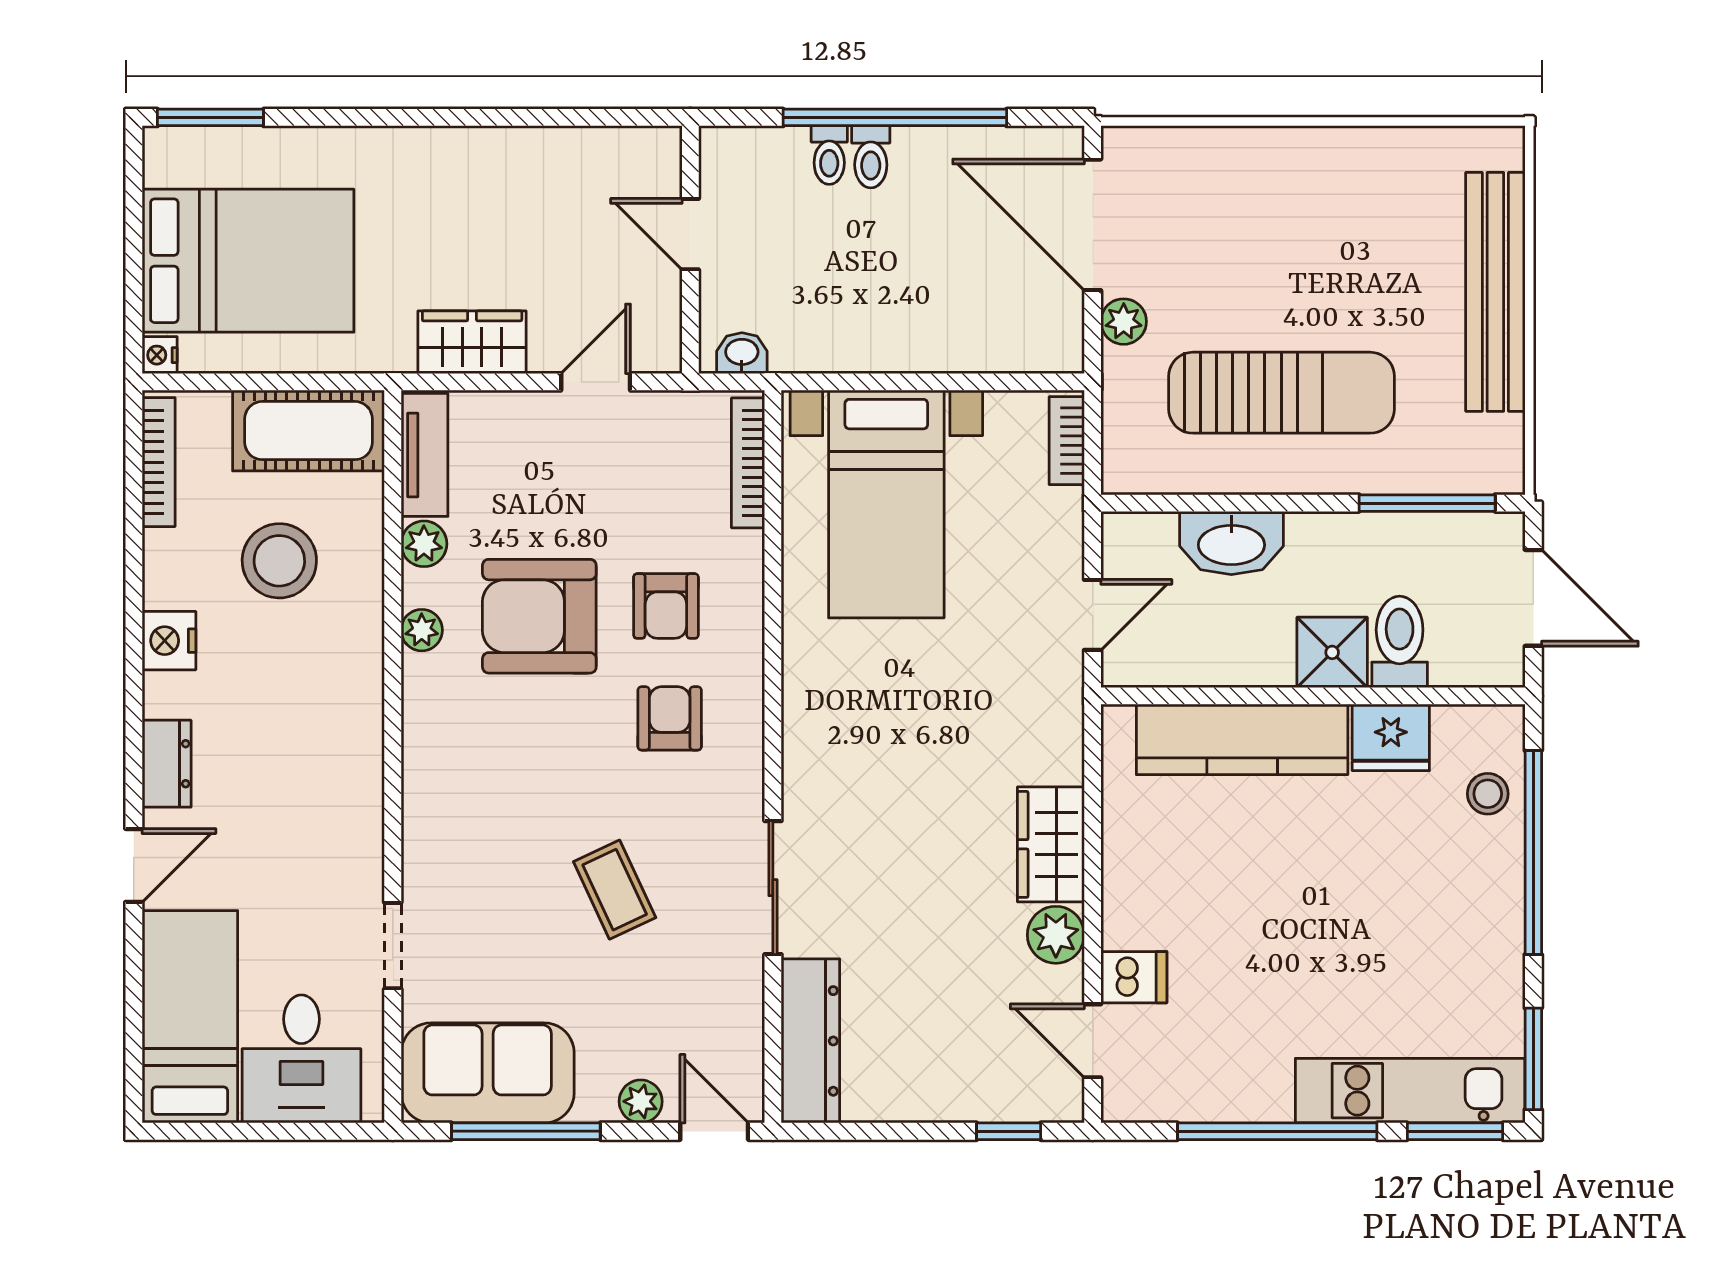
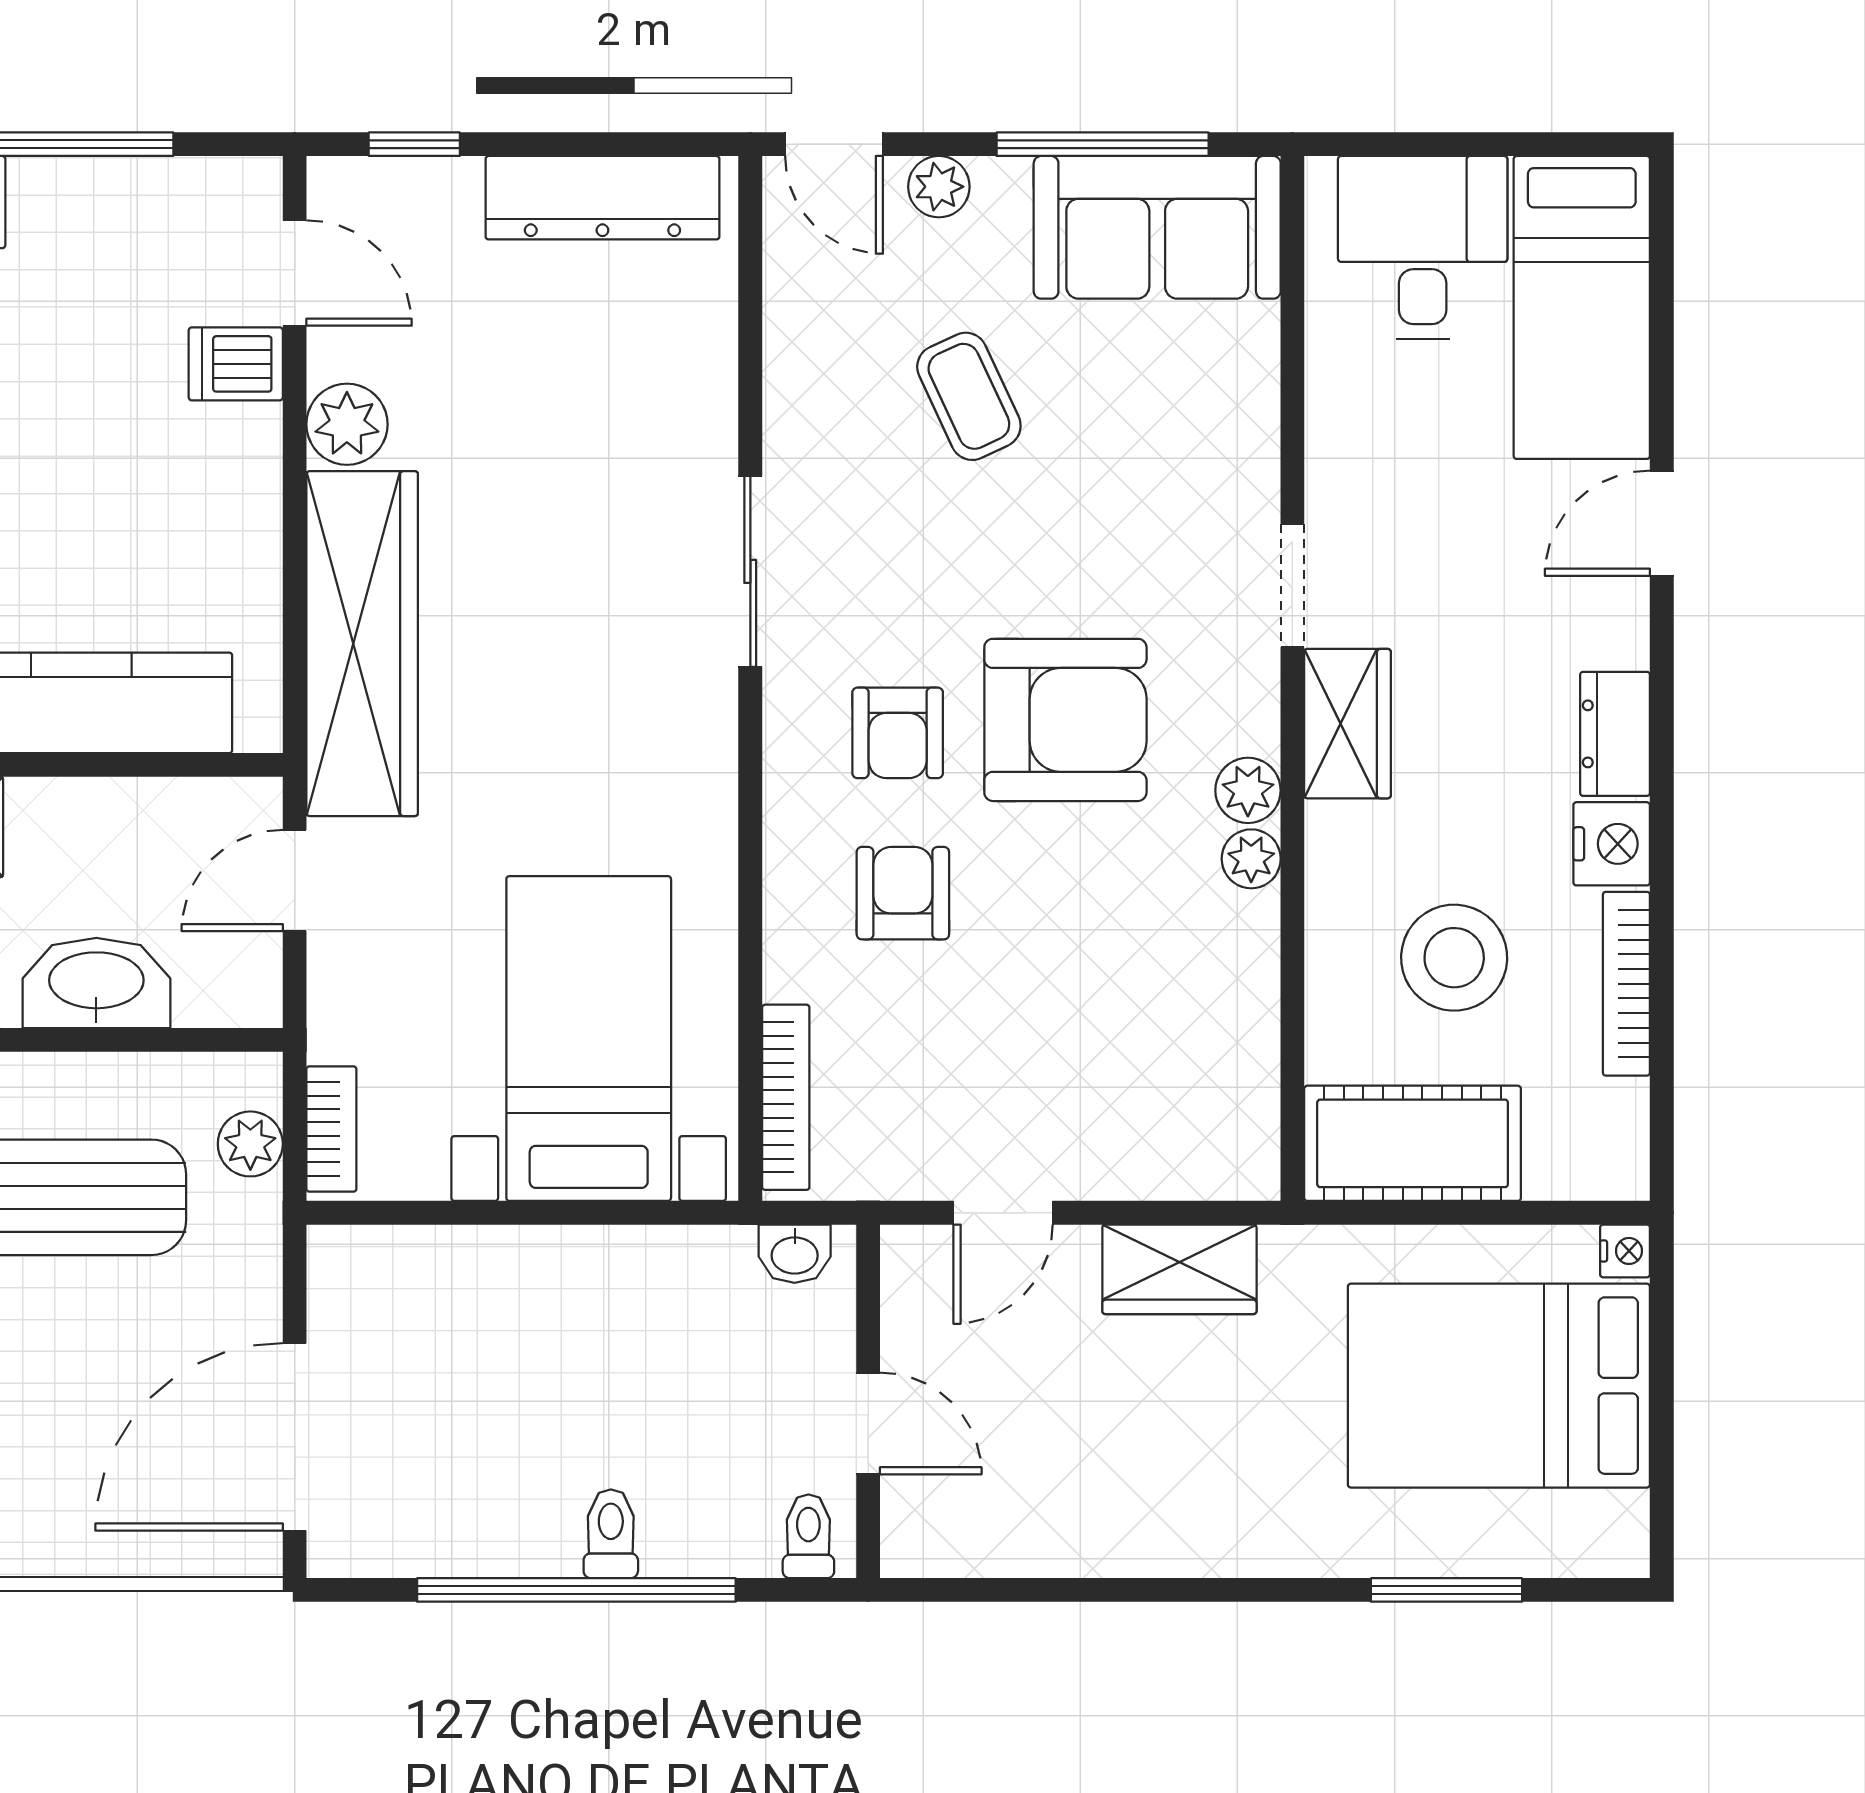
window: (210, 117) -> (1446, 1590), moved
toilet: (829, 155) -> (808, 1536), moved
door: (1093, 225) -> (295, 1437), swing flipped
plant: (1124, 322) -> (250, 1144), moved
tv unit: (425, 455) -> (1247, 1109), removed
bookcase: (159, 462) -> (1626, 984), moved
plant: (424, 544) -> (1248, 790), moved
armchair: (539, 616) -> (1065, 720), moved
wardrobe: (354, 725) -> (1348, 724), added
dresser: (167, 764) -> (1615, 734), moved
wardrobe: (1051, 844) -> (362, 644), width x2.10, depth x1.17
sliding door: (773, 888) -> (750, 571), moved
coffee table: (615, 890) -> (969, 396), moved
doorway: (393, 946) -> (1292, 585), moved
dresser: (810, 1041) -> (602, 198), moved, turned -90

